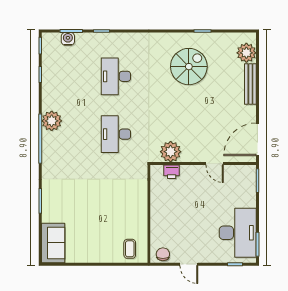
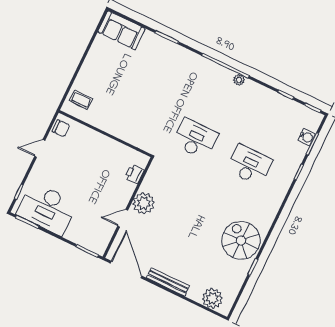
spiral stairs: (189, 67) -> (241, 241), moved, turned 180
bench: (250, 84) -> (168, 282), moved
plant: (52, 121) -> (239, 80), width x0.53, depth x0.53
plant: (171, 152) -> (144, 203), moved

